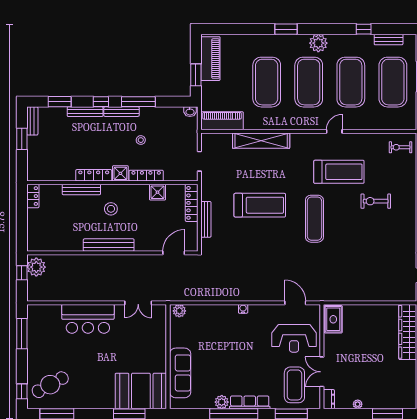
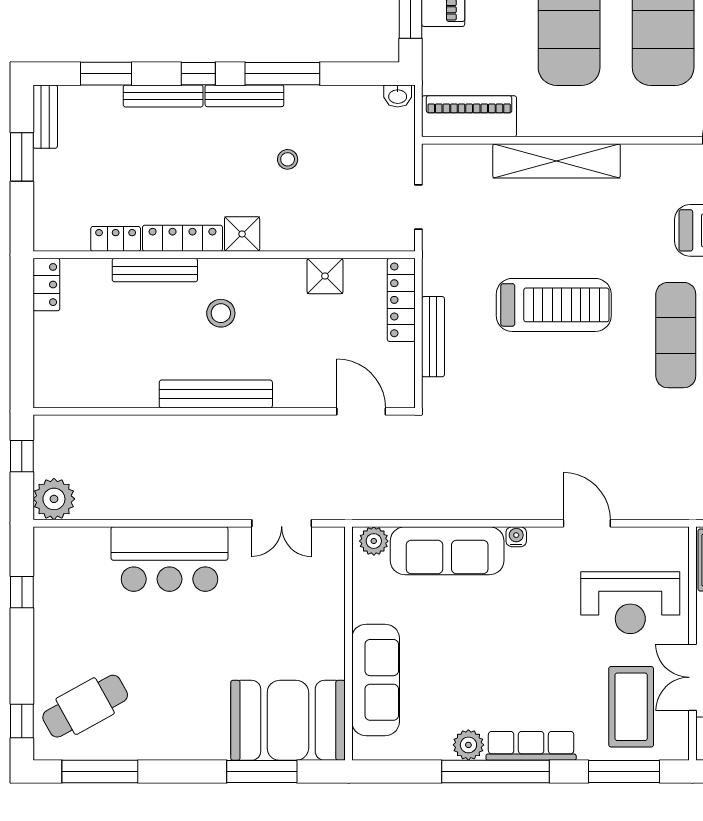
locker: (146, 176) -> (116, 239), moved, width x0.66
door: (174, 253) -> (361, 411), hinge flipped
plant: (36, 267) -> (54, 499), moved
door: (295, 303) -> (587, 523), moved
sofa: (212, 315) -> (447, 551), added
window: (22, 334) -> (22, 592), width x0.46

